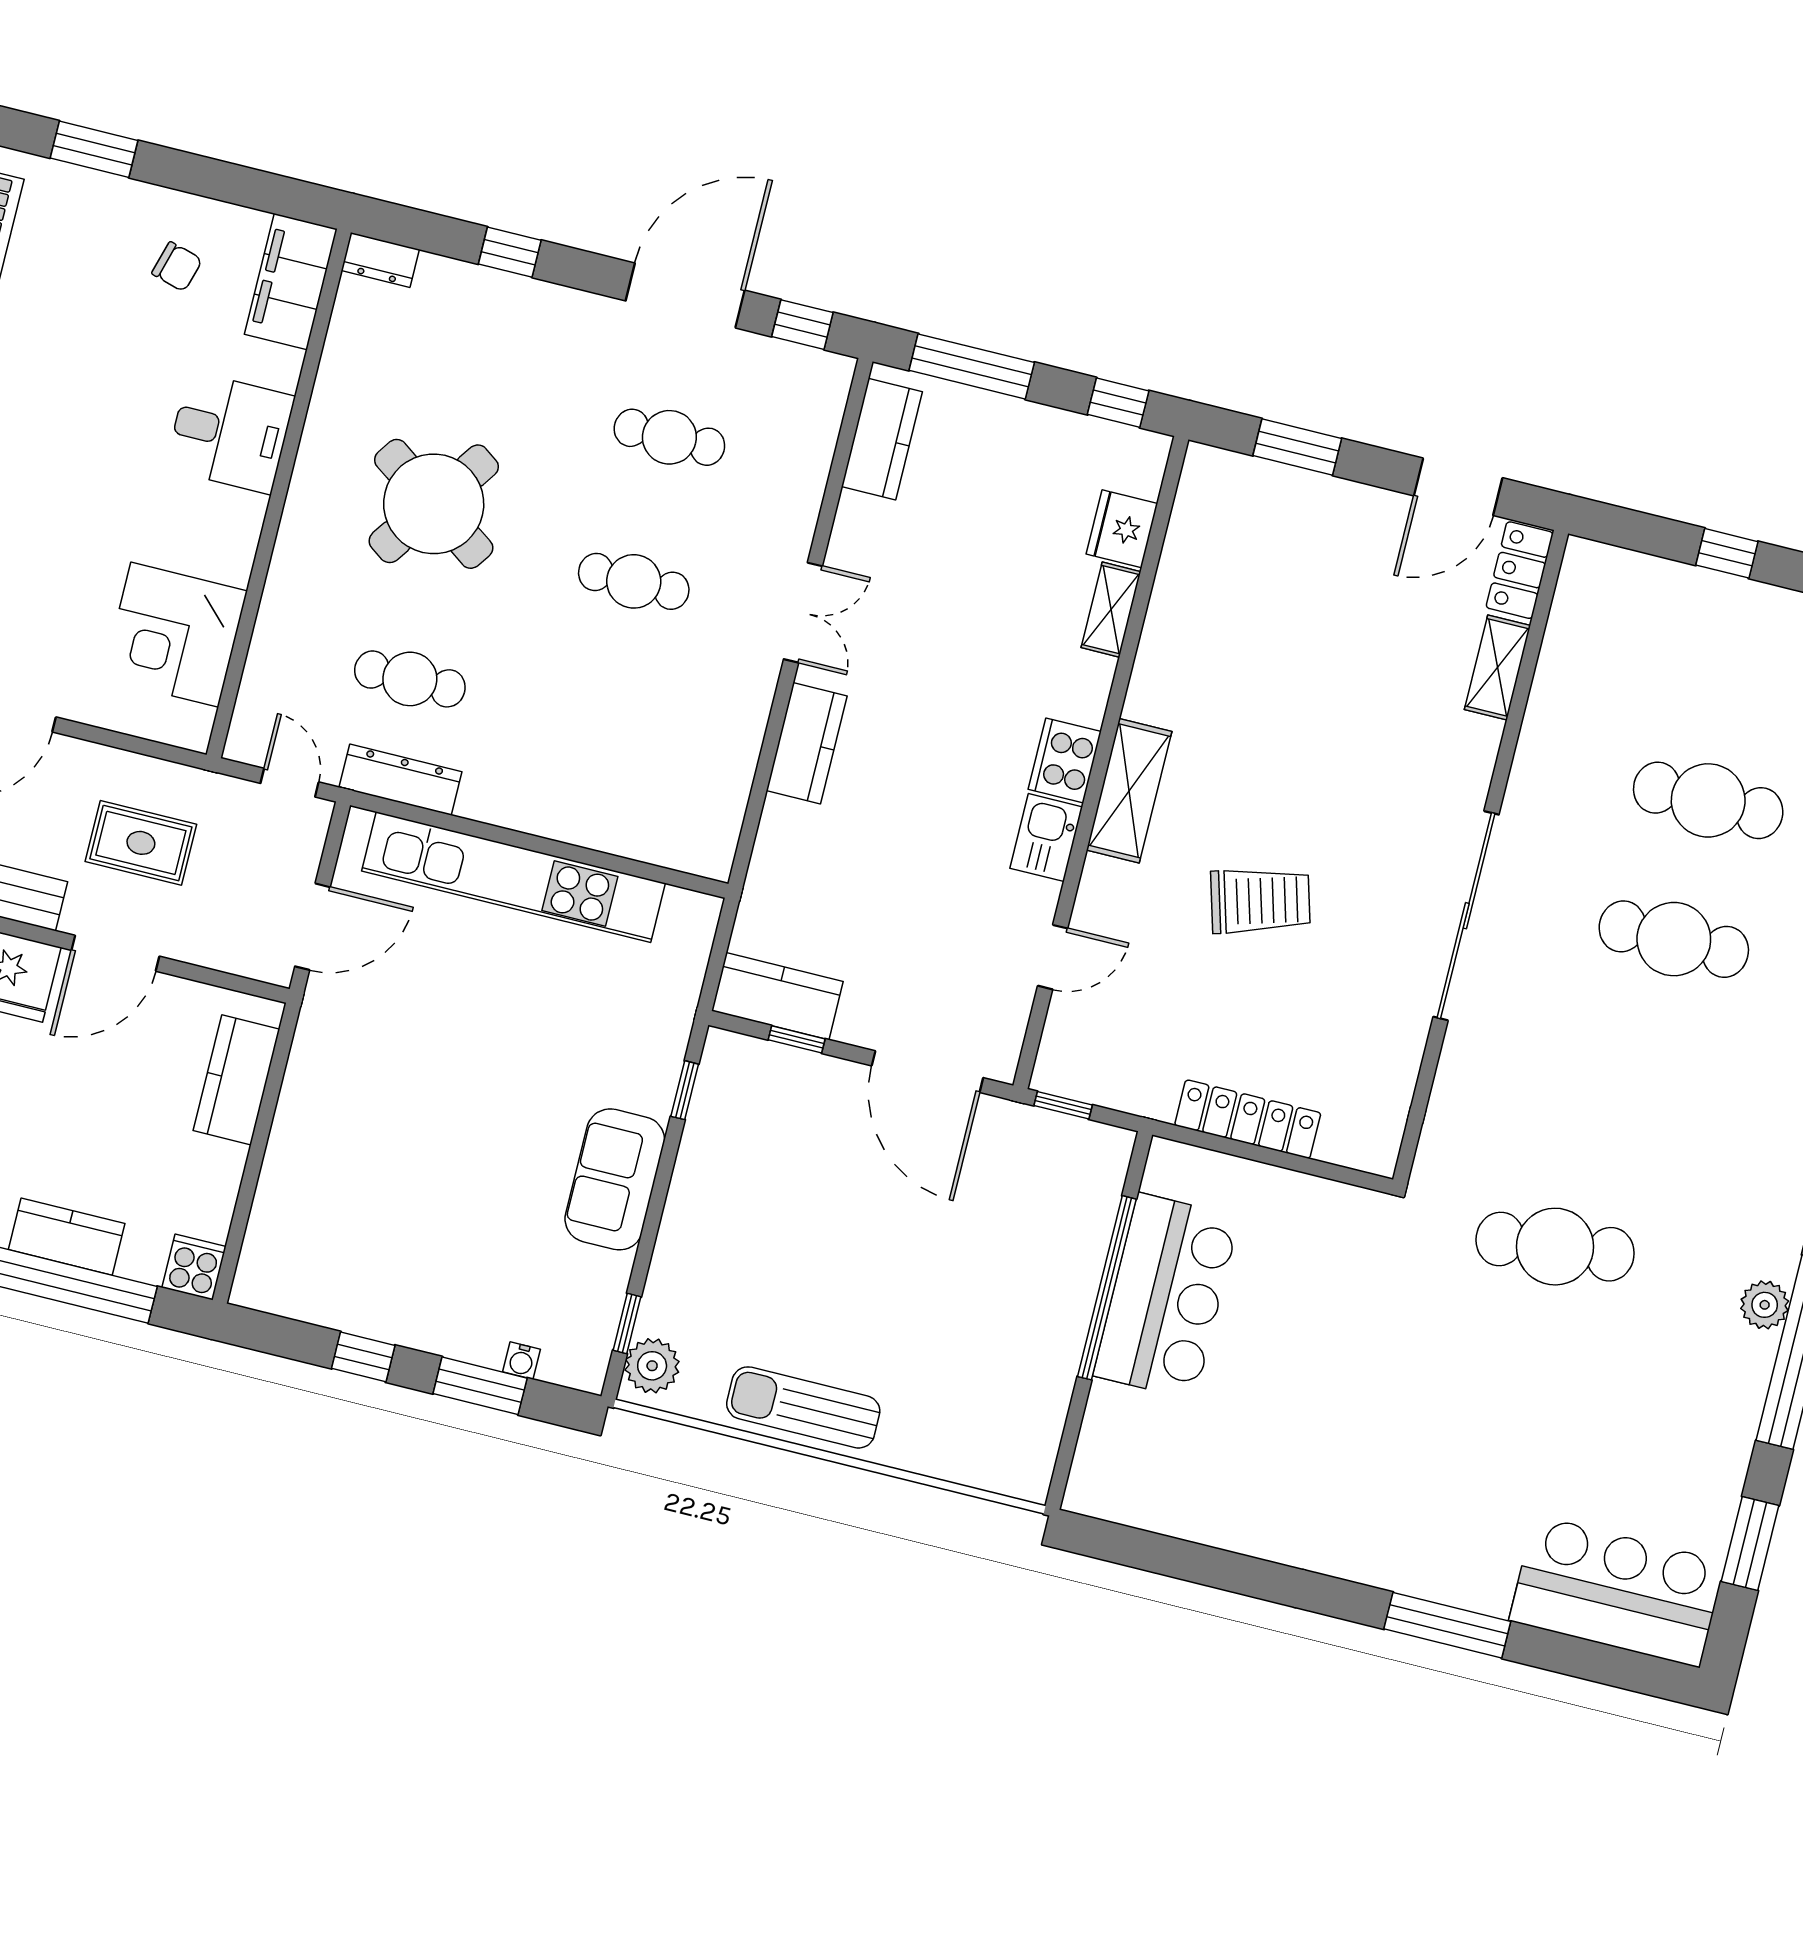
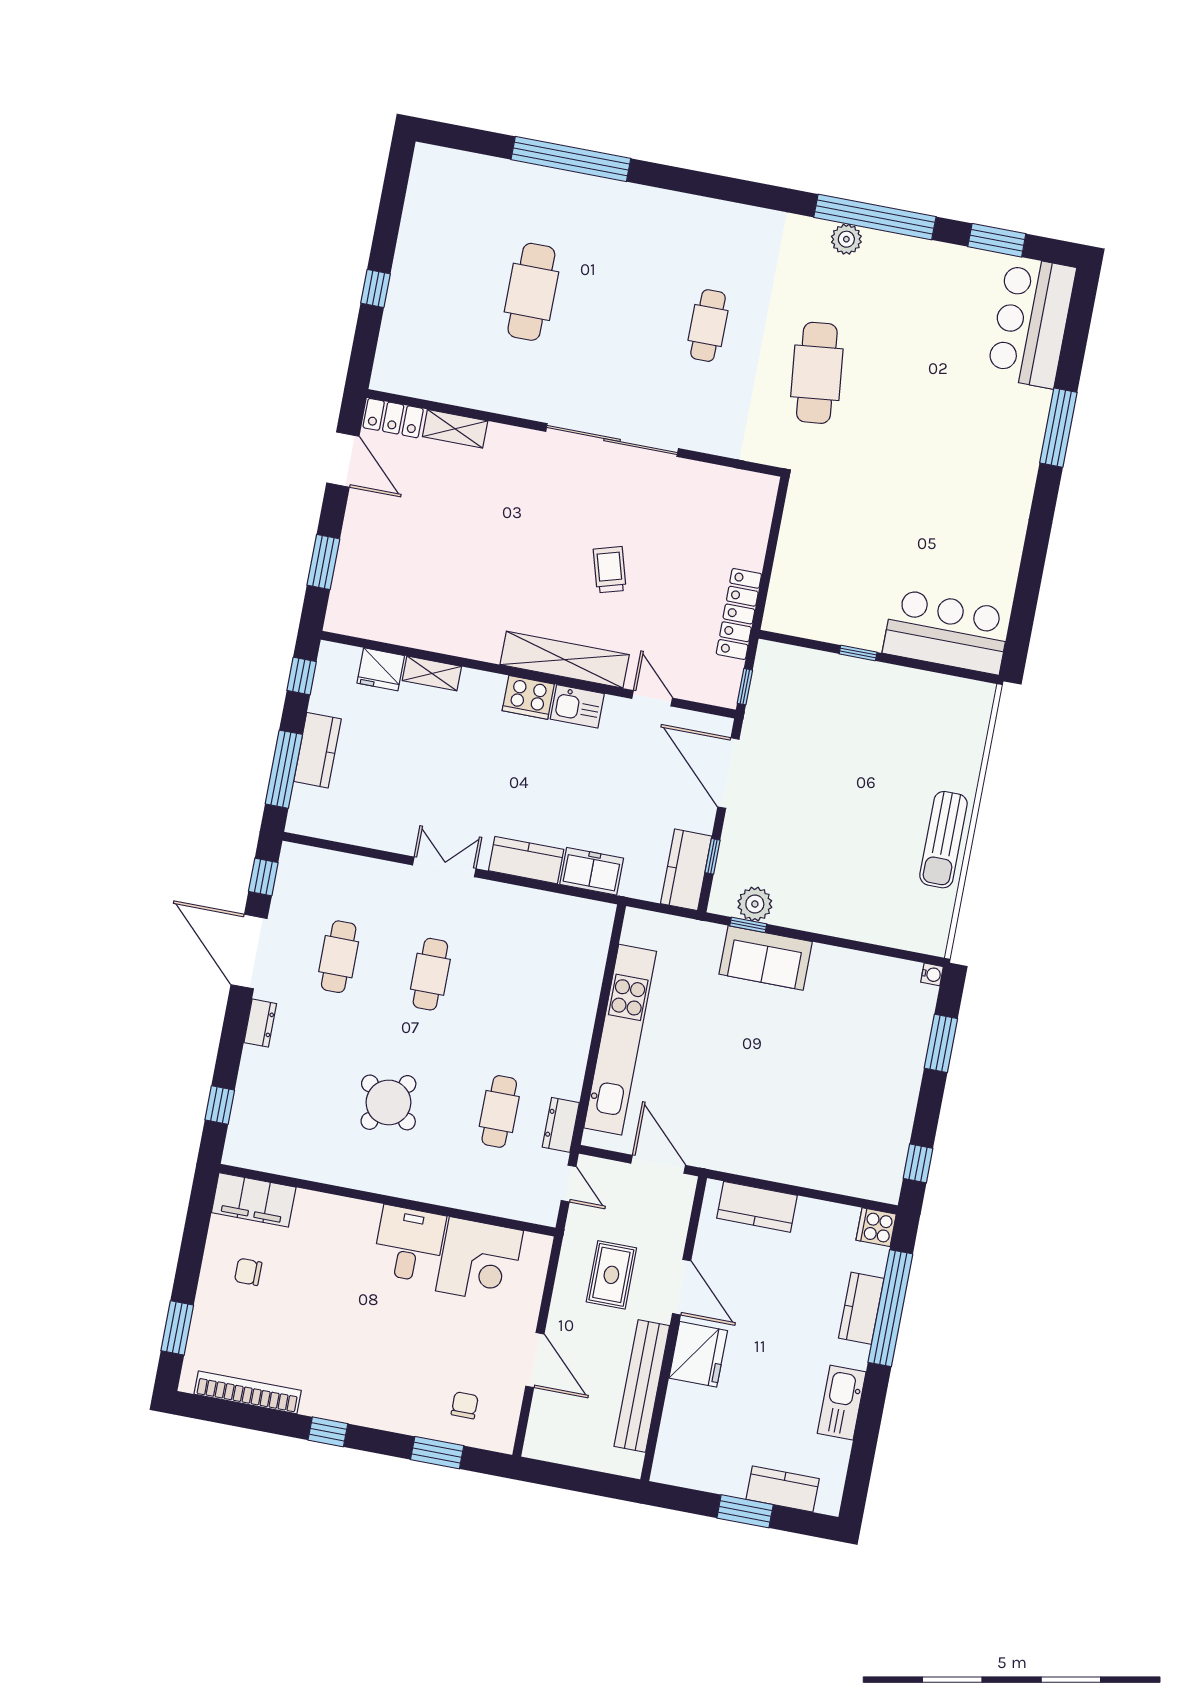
window: (510, 252) -> (220, 1105), moved
dresser: (380, 260) -> (260, 1023), moved
chair: (177, 267) -> (248, 1272), turned -106
desk: (230, 432) -> (409, 1244), moved
kitchen counter: (882, 439) -> (317, 750), moved, turned 90
round table: (434, 504) -> (388, 1102), width x0.73, depth x0.73
dresser: (400, 780) -> (561, 1125), width x0.70
door: (290, 783) -> (569, 1184), swing flipped
shelving: (1129, 791) -> (565, 660), width x1.47
freezer: (783, 846) -> (592, 871), added
trolley: (1260, 901) -> (610, 570), width x0.73, depth x0.72
cafe table: (1674, 939) -> (708, 326), moved, width x0.73, depth x0.74
door: (927, 1072) -> (728, 773), swing flipped
locker: (1248, 1119) -> (739, 614), moved
sofa: (615, 1179) -> (766, 958), moved
window: (1107, 1288) -> (858, 653), width x0.32
bar counter: (1166, 1296) -> (947, 632), moved
window: (627, 1323) -> (897, 953), removed
window: (363, 1357) -> (918, 1163), moved
water cooler: (522, 1361) -> (932, 974), moved
plant: (652, 1366) -> (755, 904), moved

